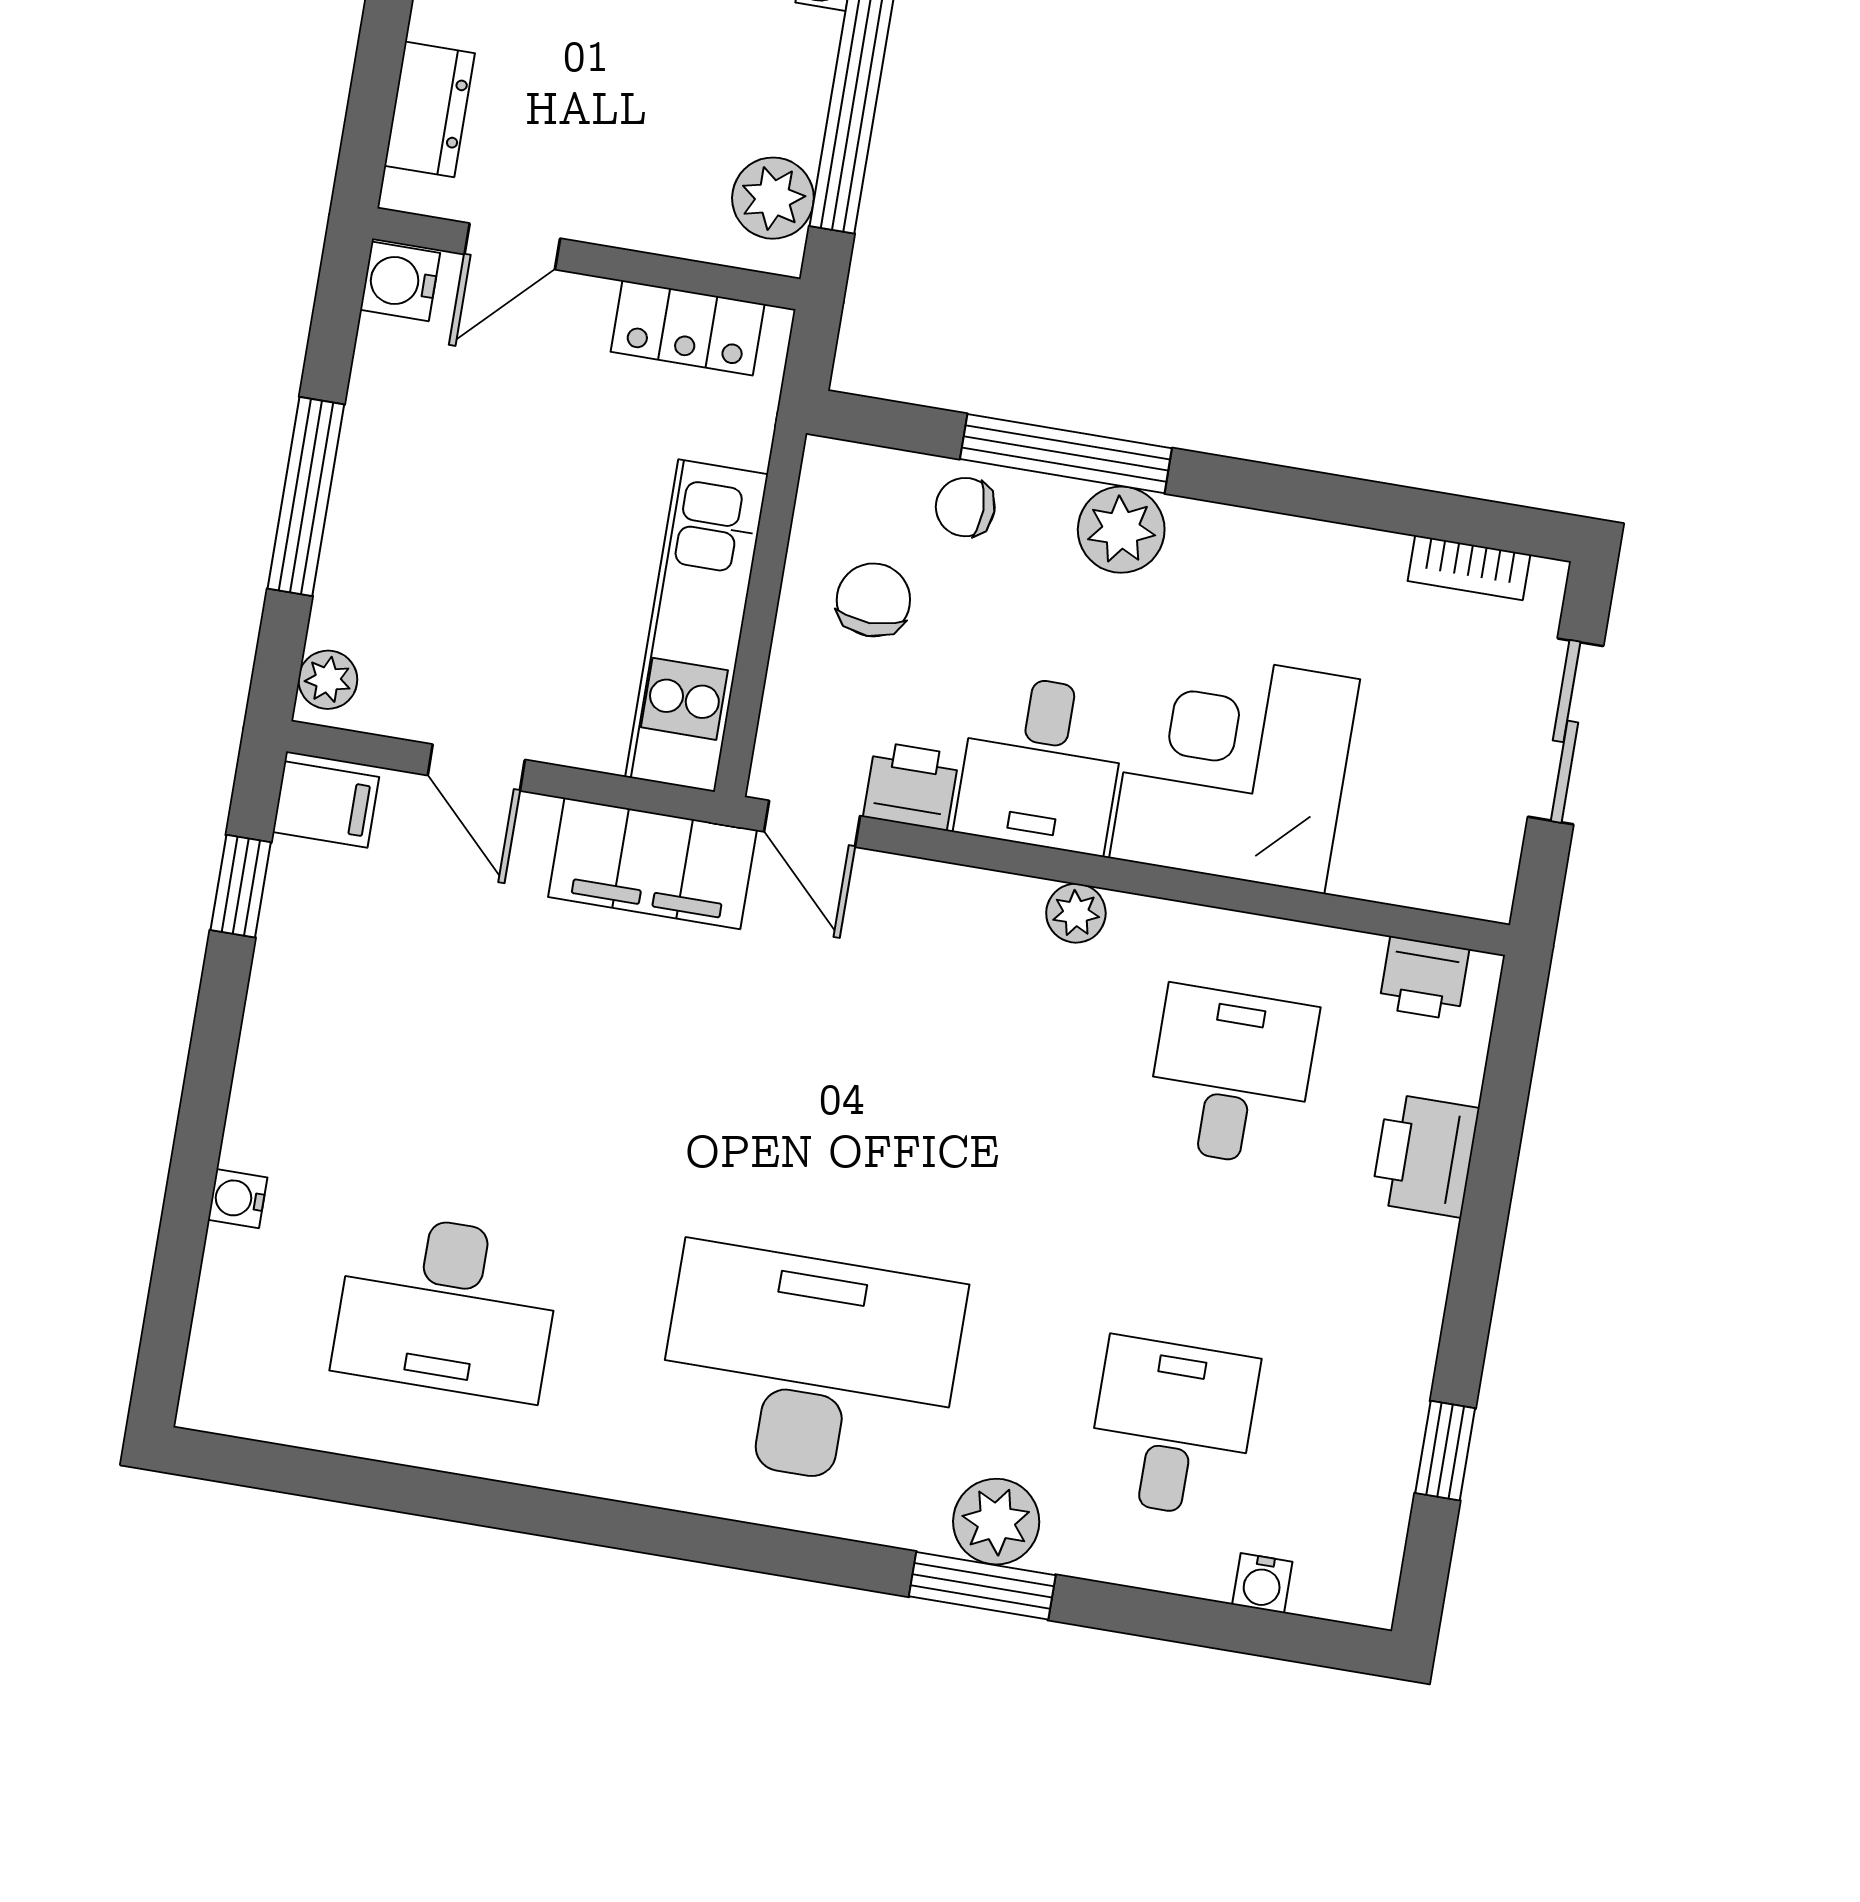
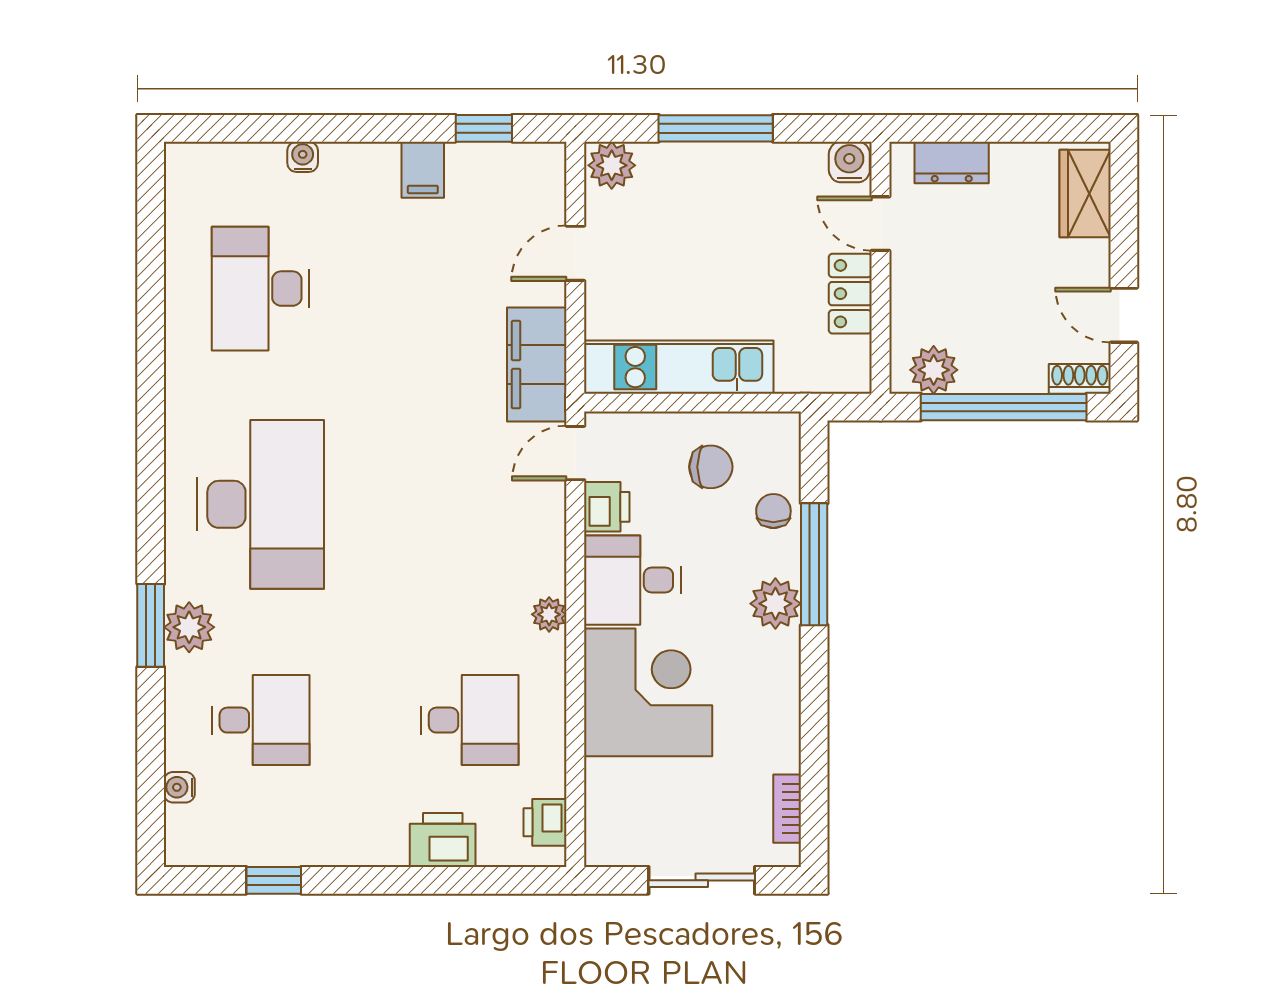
locker: (688, 328) -> (850, 294), moved
plant: (328, 680) -> (612, 165), width x1.38, depth x1.38
filing cabinet: (326, 805) -> (423, 170), moved

